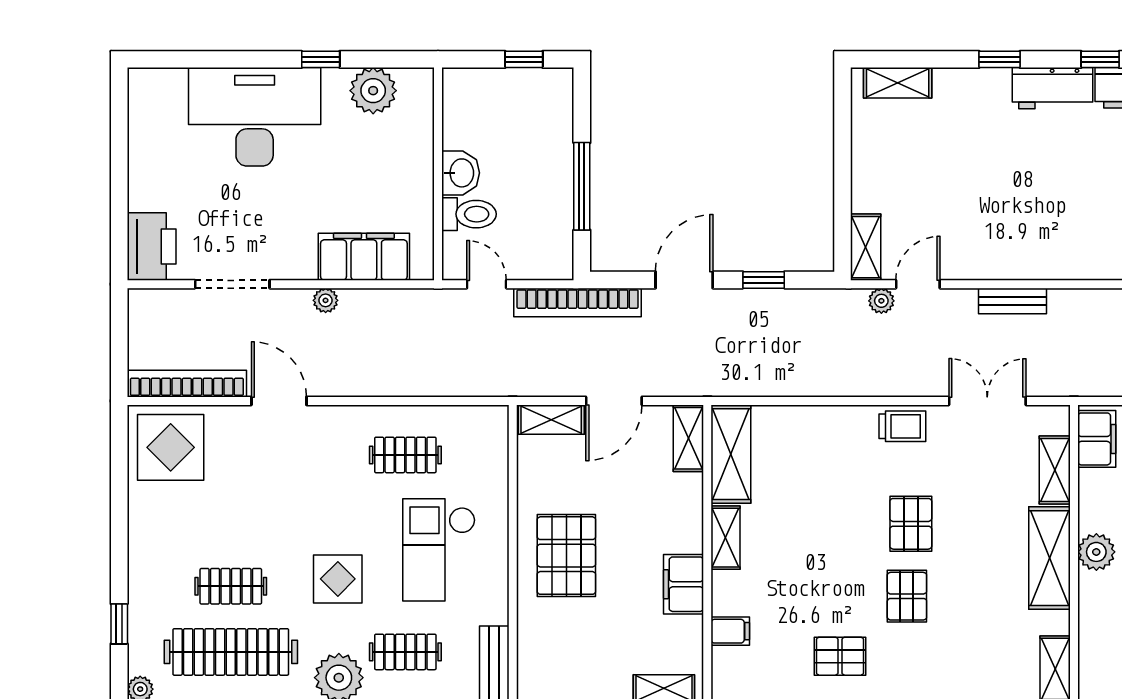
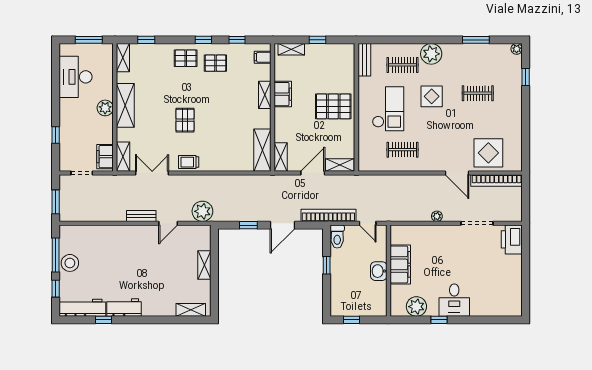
window: (999, 59) -> (147, 320), removed
desk: (255, 117) -> (454, 300), width x0.53, depth x0.77
window: (582, 186) -> (327, 265), width x0.46
toilet: (469, 214) -> (337, 237), moved, turned -90
shelving: (866, 247) -> (204, 265), moved
filing cabinet: (364, 257) -> (400, 264), moved, turned -90
door: (918, 284) -> (168, 223), moved
plant: (881, 301) -> (202, 211), width x1.88, depth x1.88
double door: (987, 401) -> (152, 173), swing flipped
display table: (171, 447) -> (488, 153), moved
shelving: (1055, 470) -> (123, 157), moved
shelving: (726, 538) -> (265, 95), moved
pallet: (566, 556) -> (333, 106), turned 90
pallet: (907, 596) -> (186, 58), moved, turned 90
filing cabinet: (730, 631) -> (263, 57), moved
clothes rail: (231, 652) -> (478, 65), removed

